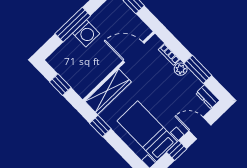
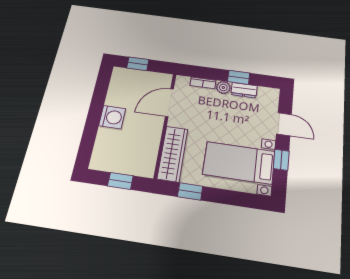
window: (73, 25) -> (94, 118), removed
window: (198, 69) -> (239, 77), width x0.67
dresser: (208, 97) -> (244, 90), moved
door: (200, 128) -> (284, 124), swing flipped

